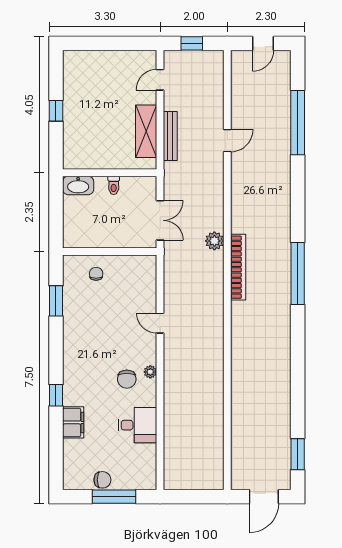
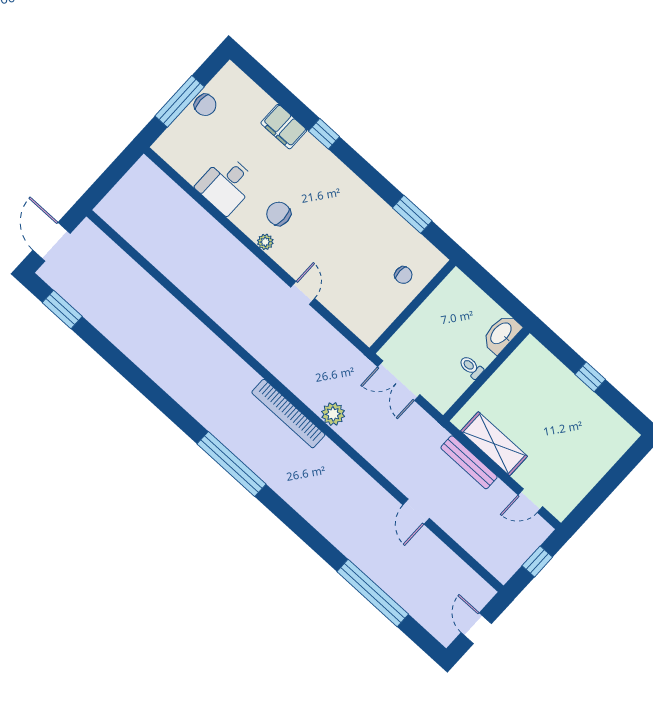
door: (160, 80) -> (530, 501), swing flipped
door: (160, 323) -> (303, 293), hinge flipped
chair: (102, 480) -> (205, 105), turned -90

